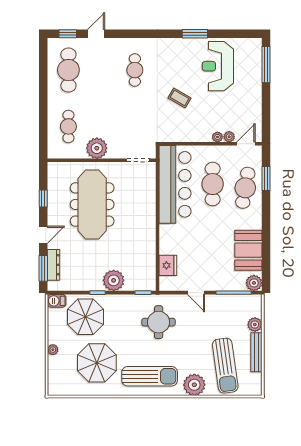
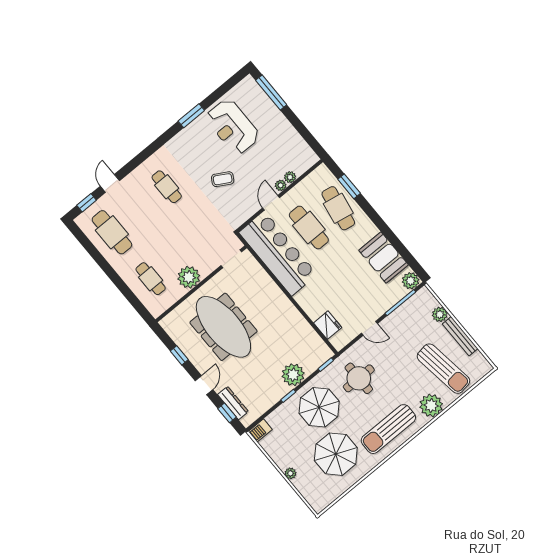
door: (246, 144) -> (271, 203), moved
window: (43, 268) -> (227, 413), width x0.67
parasol: (86, 317) -> (319, 407), moved
sun lounger: (150, 376) -> (388, 429), turned 180

